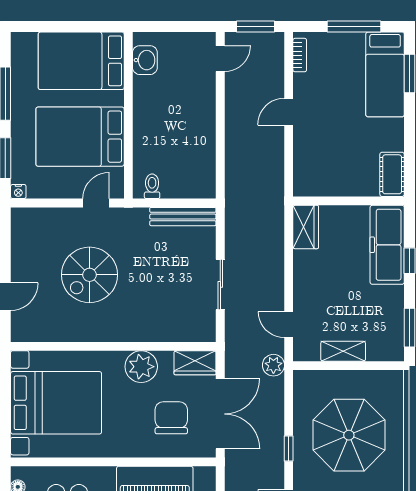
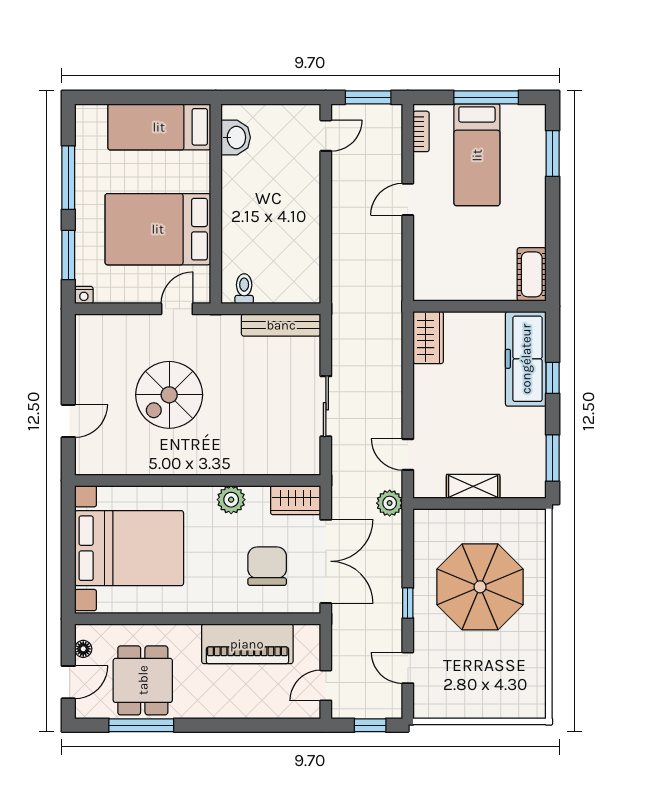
bed: (81, 61) -> (159, 127), width x0.67
bed: (385, 74) -> (477, 155), moved
plant: (141, 367) -> (231, 500), width x0.73, depth x0.73

